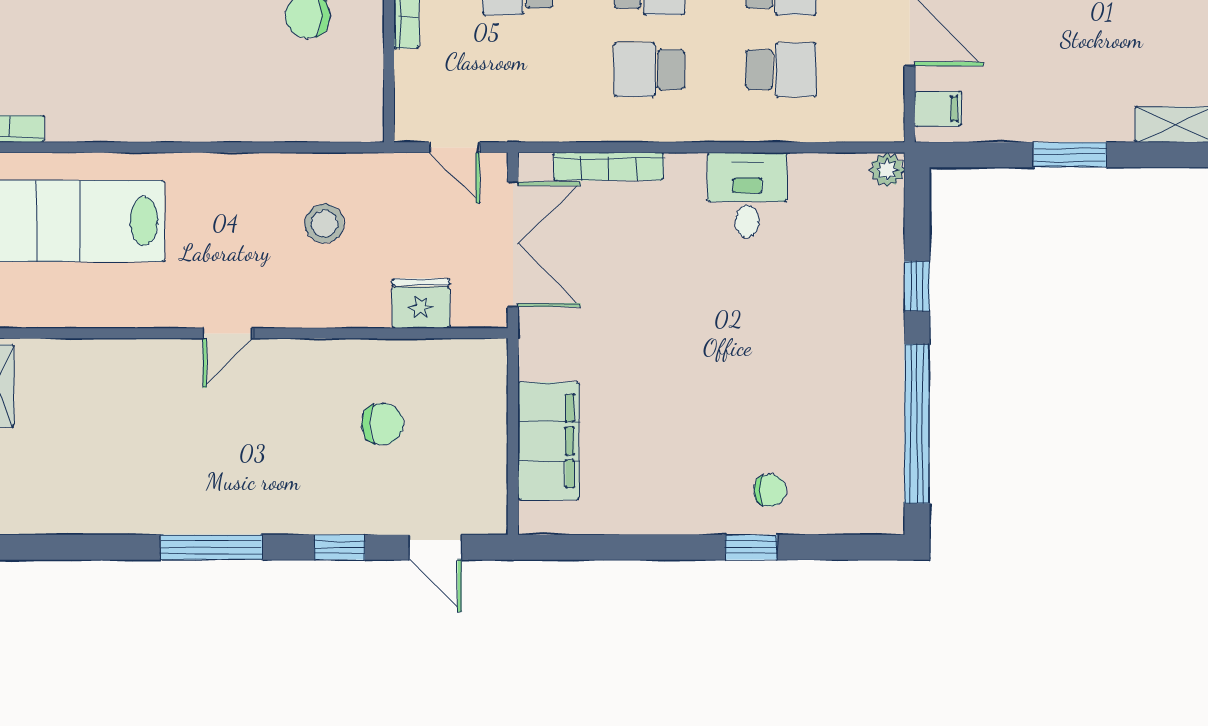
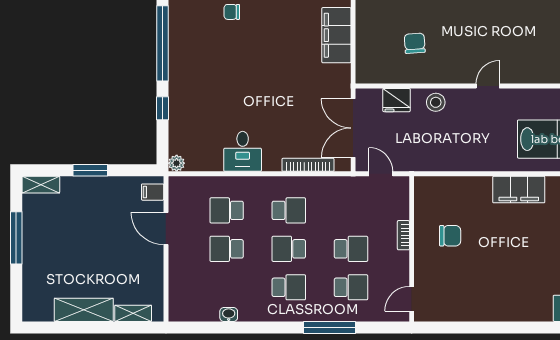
filing cabinet: (162, 114) -> (519, 190), added
stool: (324, 224) -> (436, 102), moved
chair: (383, 424) -> (415, 43), turned 86

